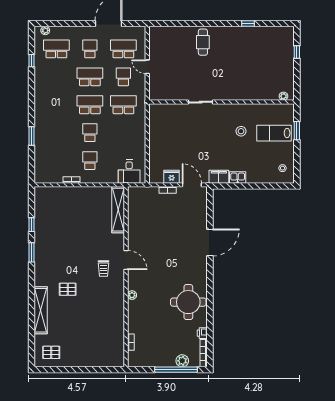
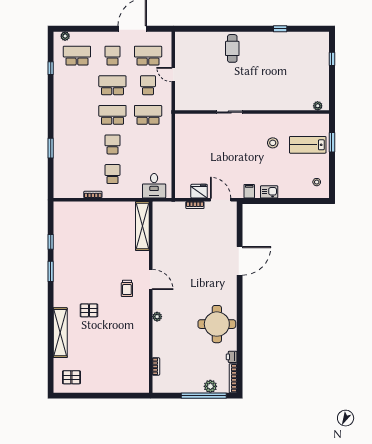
filing cabinet: (219, 177) -> (249, 191), width x0.50

